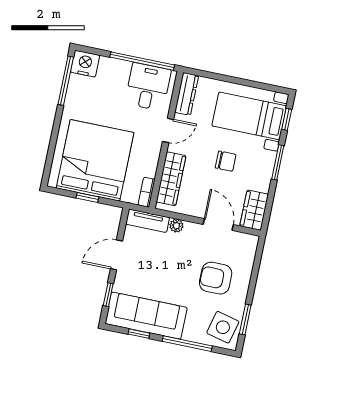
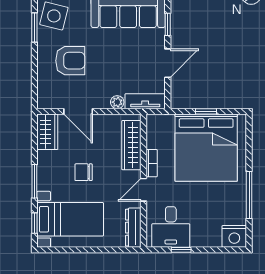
window: (142, 61) -> (181, 250), width x0.32
window: (66, 81) -> (249, 195), moved
bookcase: (147, 192) -> (152, 163), moved

